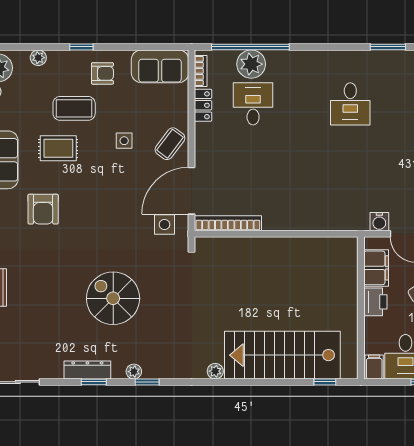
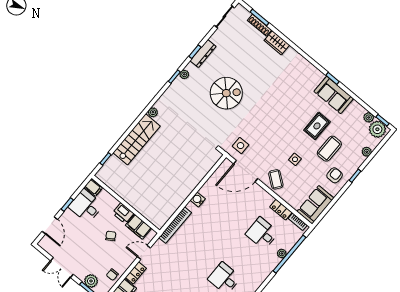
plant: (251, 64) -> (282, 254), width x0.53, depth x0.53
armchair: (102, 73) -> (335, 175), turned 180
desk: (253, 104) -> (262, 233), turned 180
door: (191, 191) -> (246, 171), swing flipped
armchair: (43, 209) -> (295, 95), removed
water cooler: (379, 222) -> (198, 200), moved
bookcase: (228, 223) -> (175, 225), moved
stairs: (282, 355) -> (137, 139), width x0.73, depth x0.66

